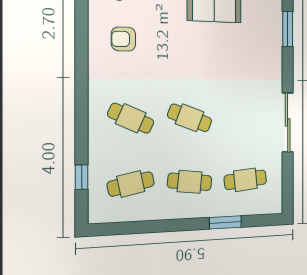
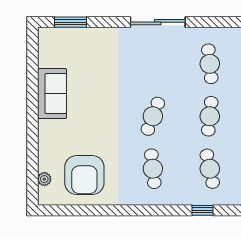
armchair: (123, 39) -> (84, 175), width x1.88, depth x1.88
cafe table: (131, 118) -> (153, 169), turned -30

